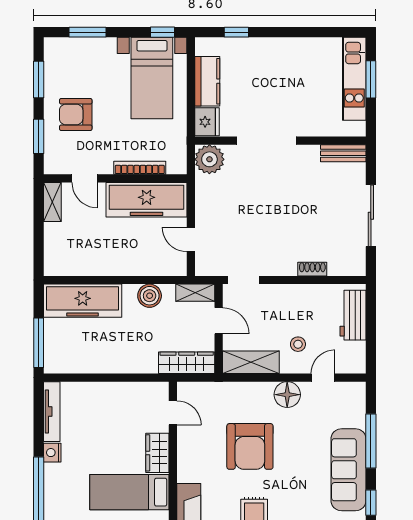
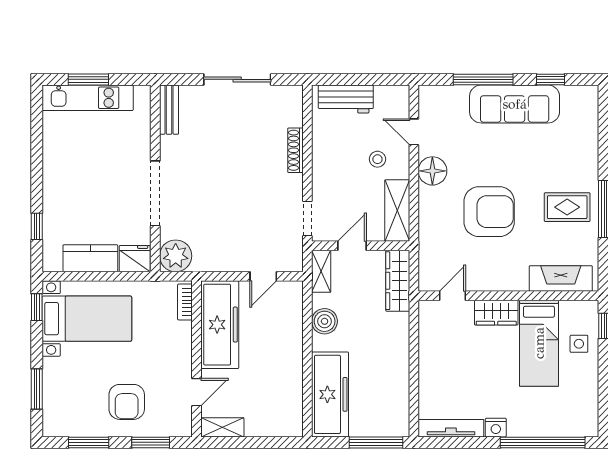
bookcase: (140, 168) -> (185, 302), moved, width x0.64
shoe rack: (312, 269) -> (295, 150), width x1.43

